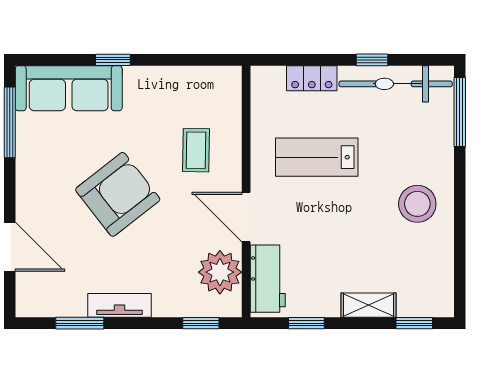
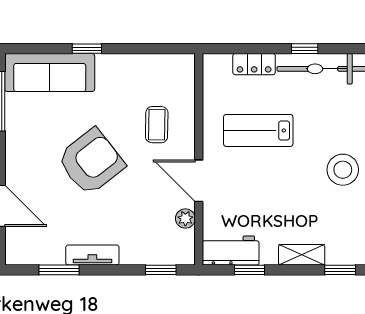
plant: (220, 272) -> (185, 219), width x0.53, depth x0.53
workbench: (268, 279) -> (231, 251), moved, turned -90

